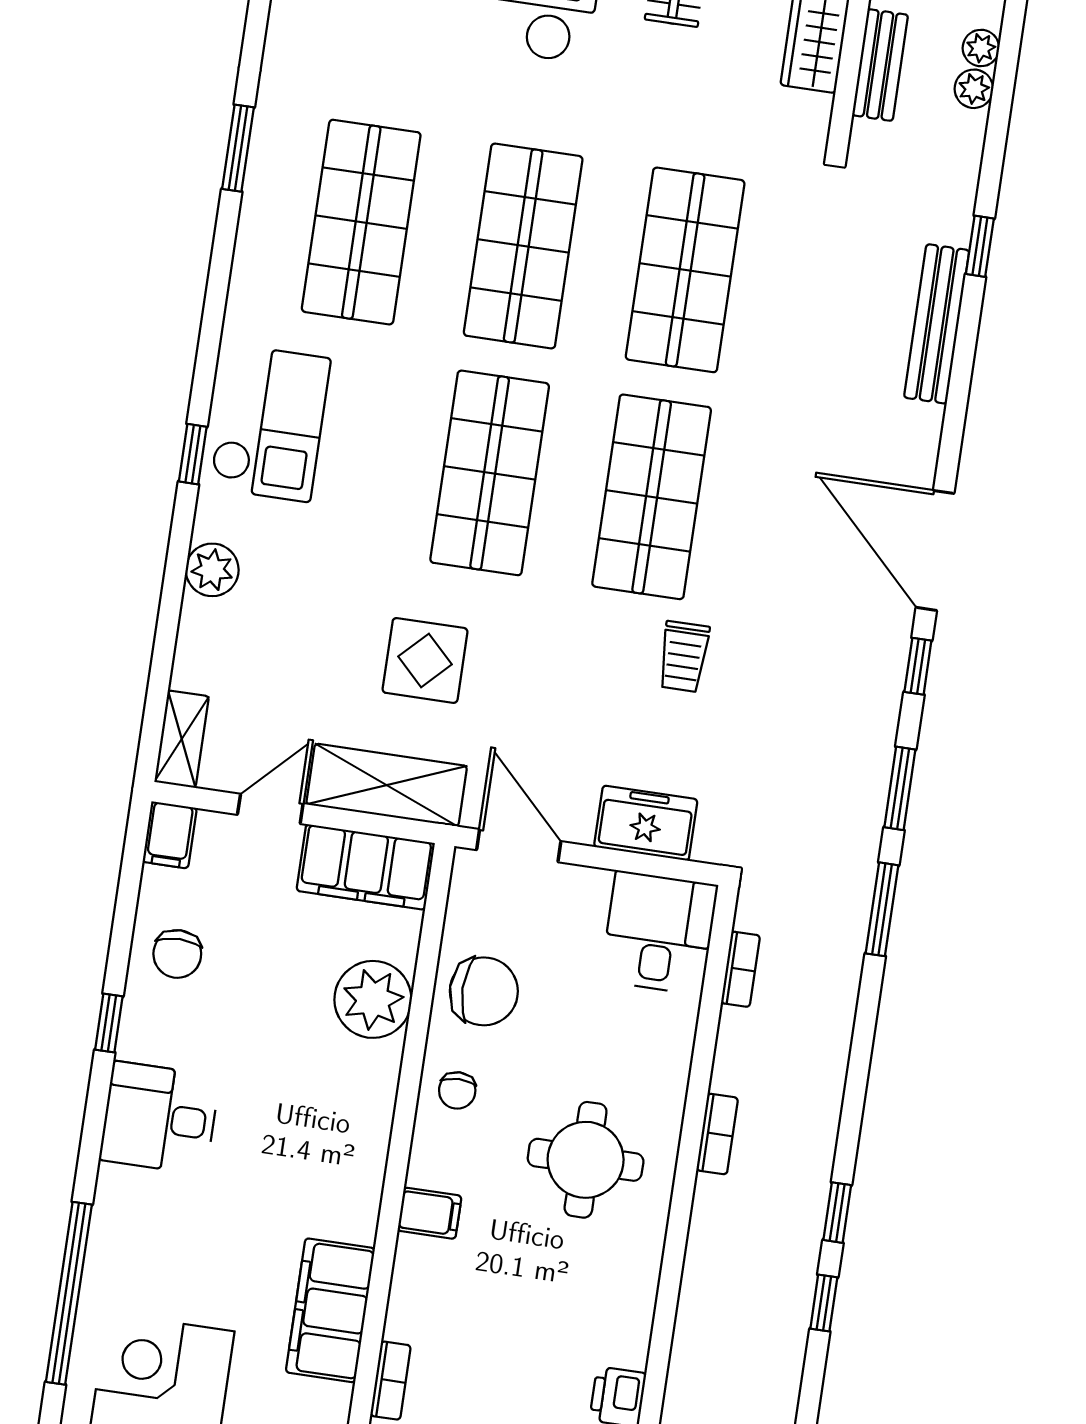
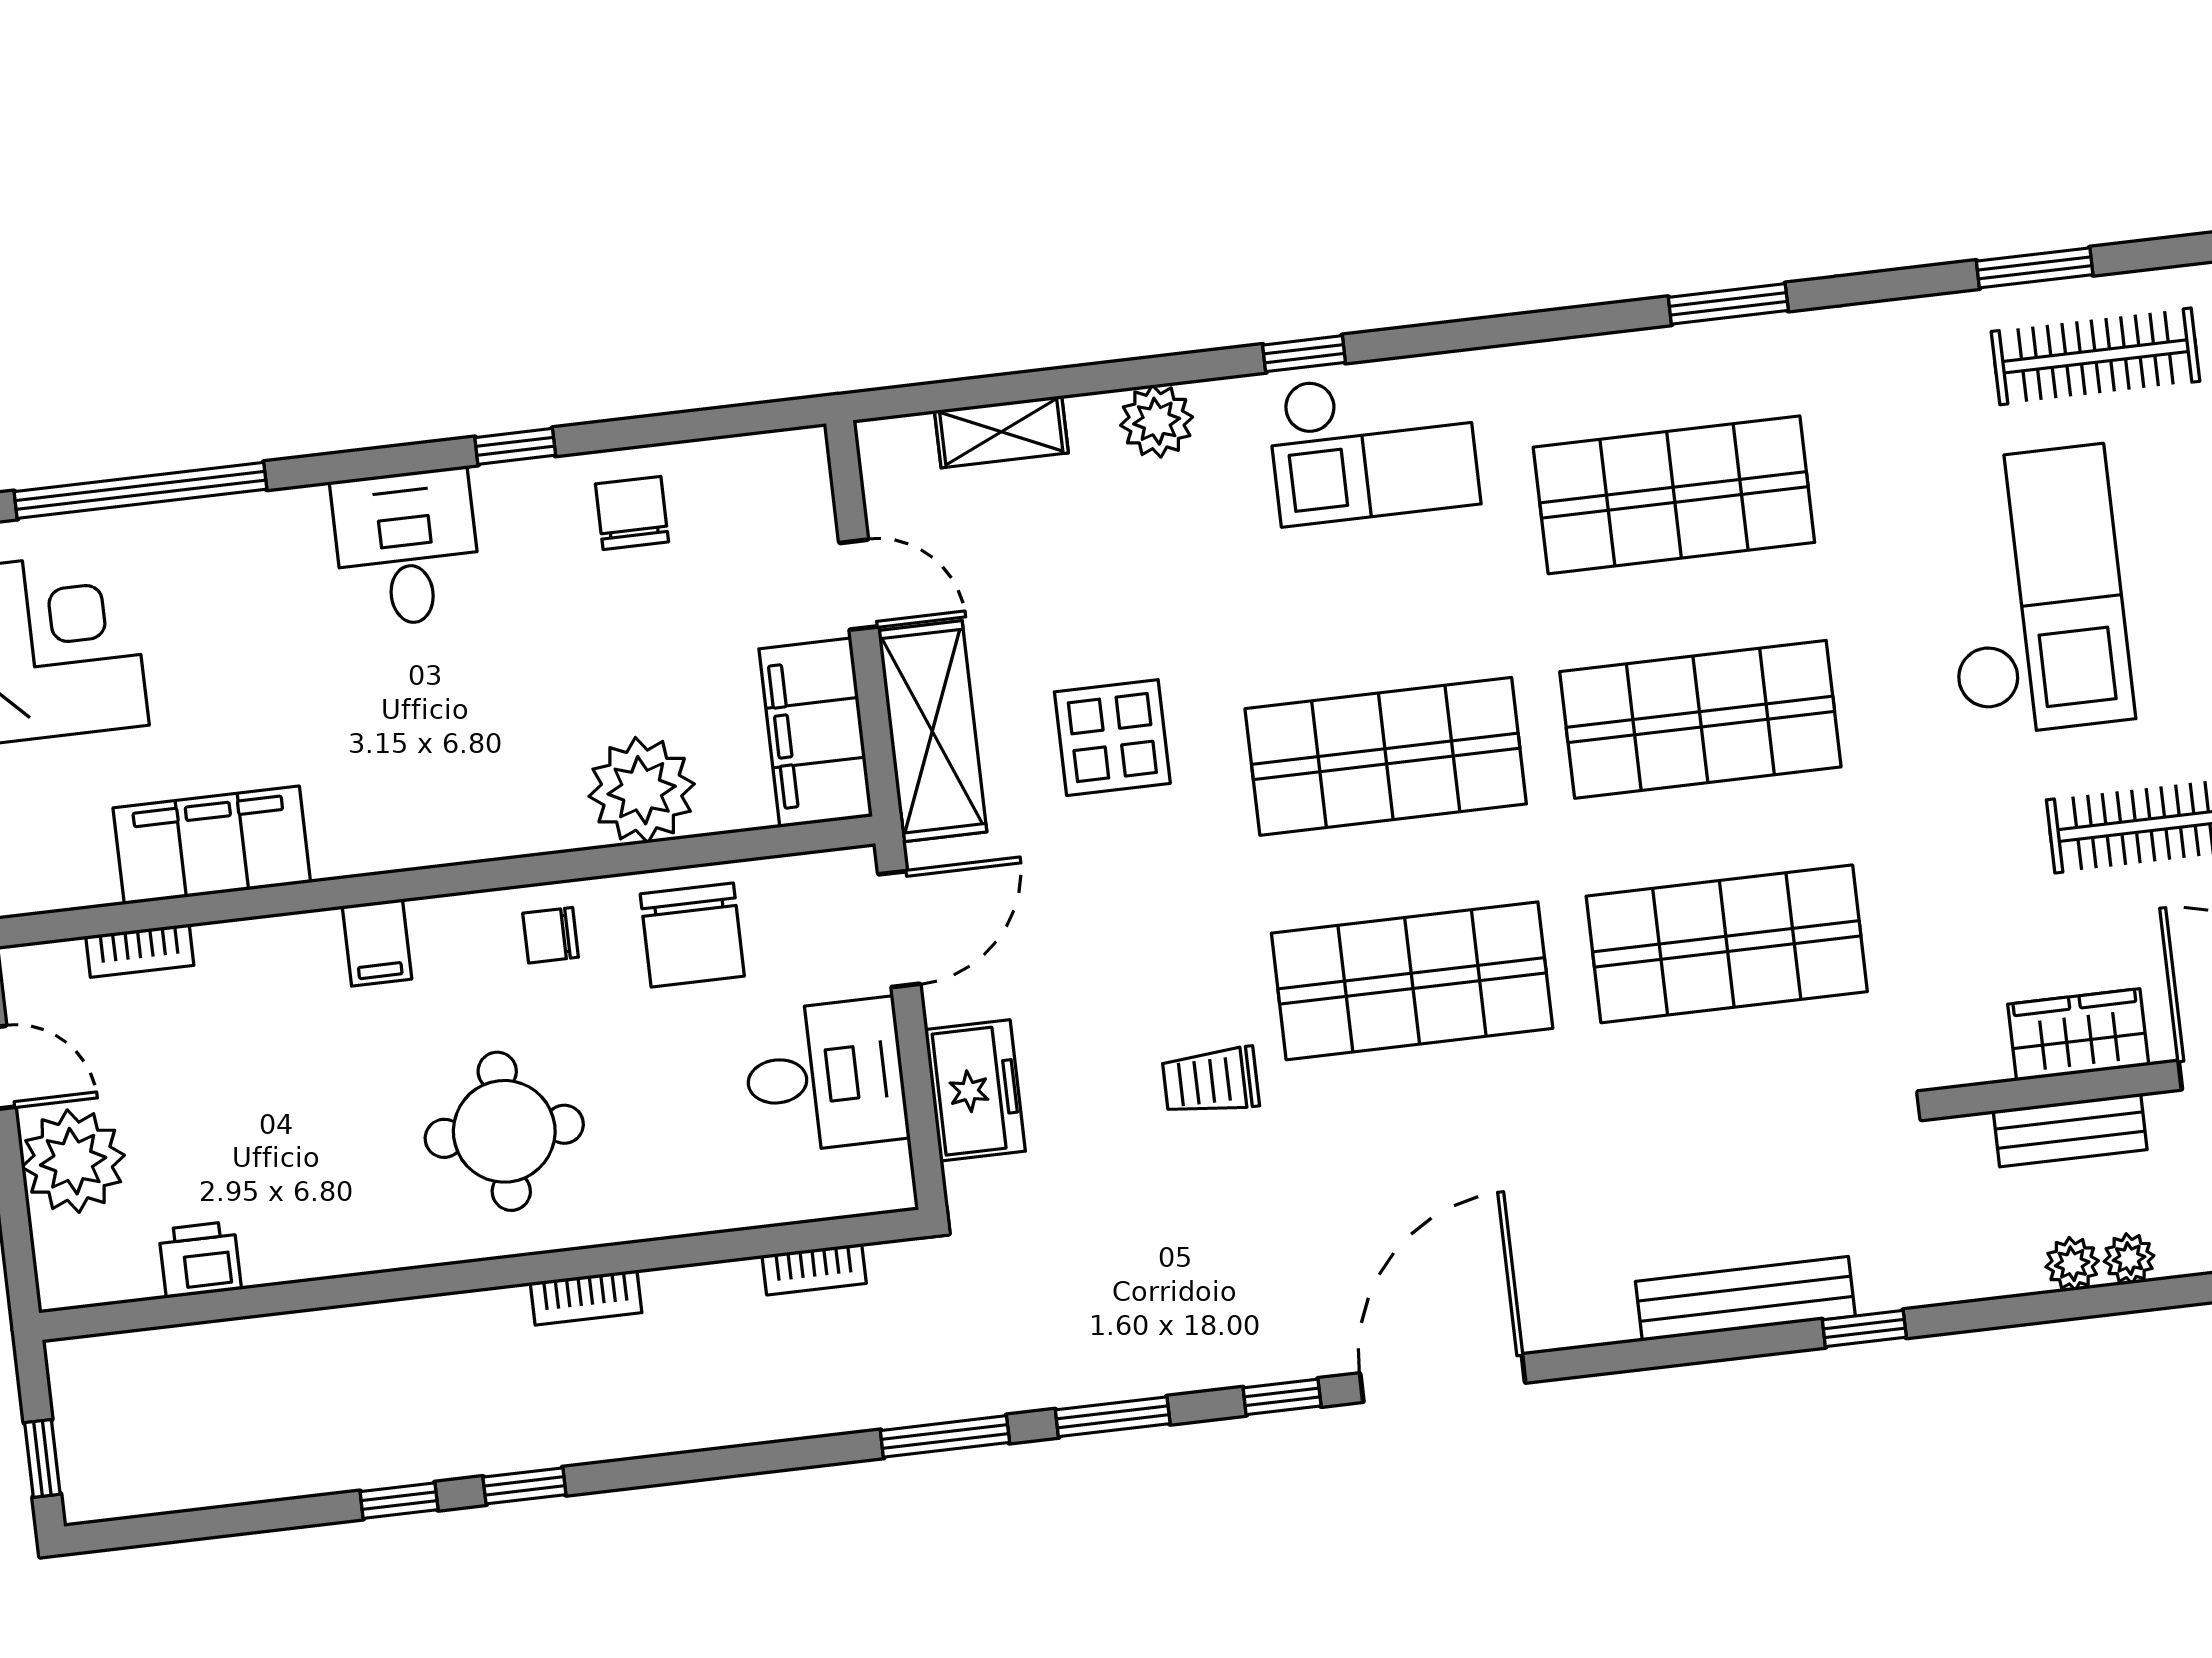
shelving: (182, 739) -> (1001, 432), moved
filing cabinet: (170, 835) -> (788, 460), removed
desk: (659, 933) -> (825, 1076), moved
chair: (177, 954) -> (632, 513), turned 90

